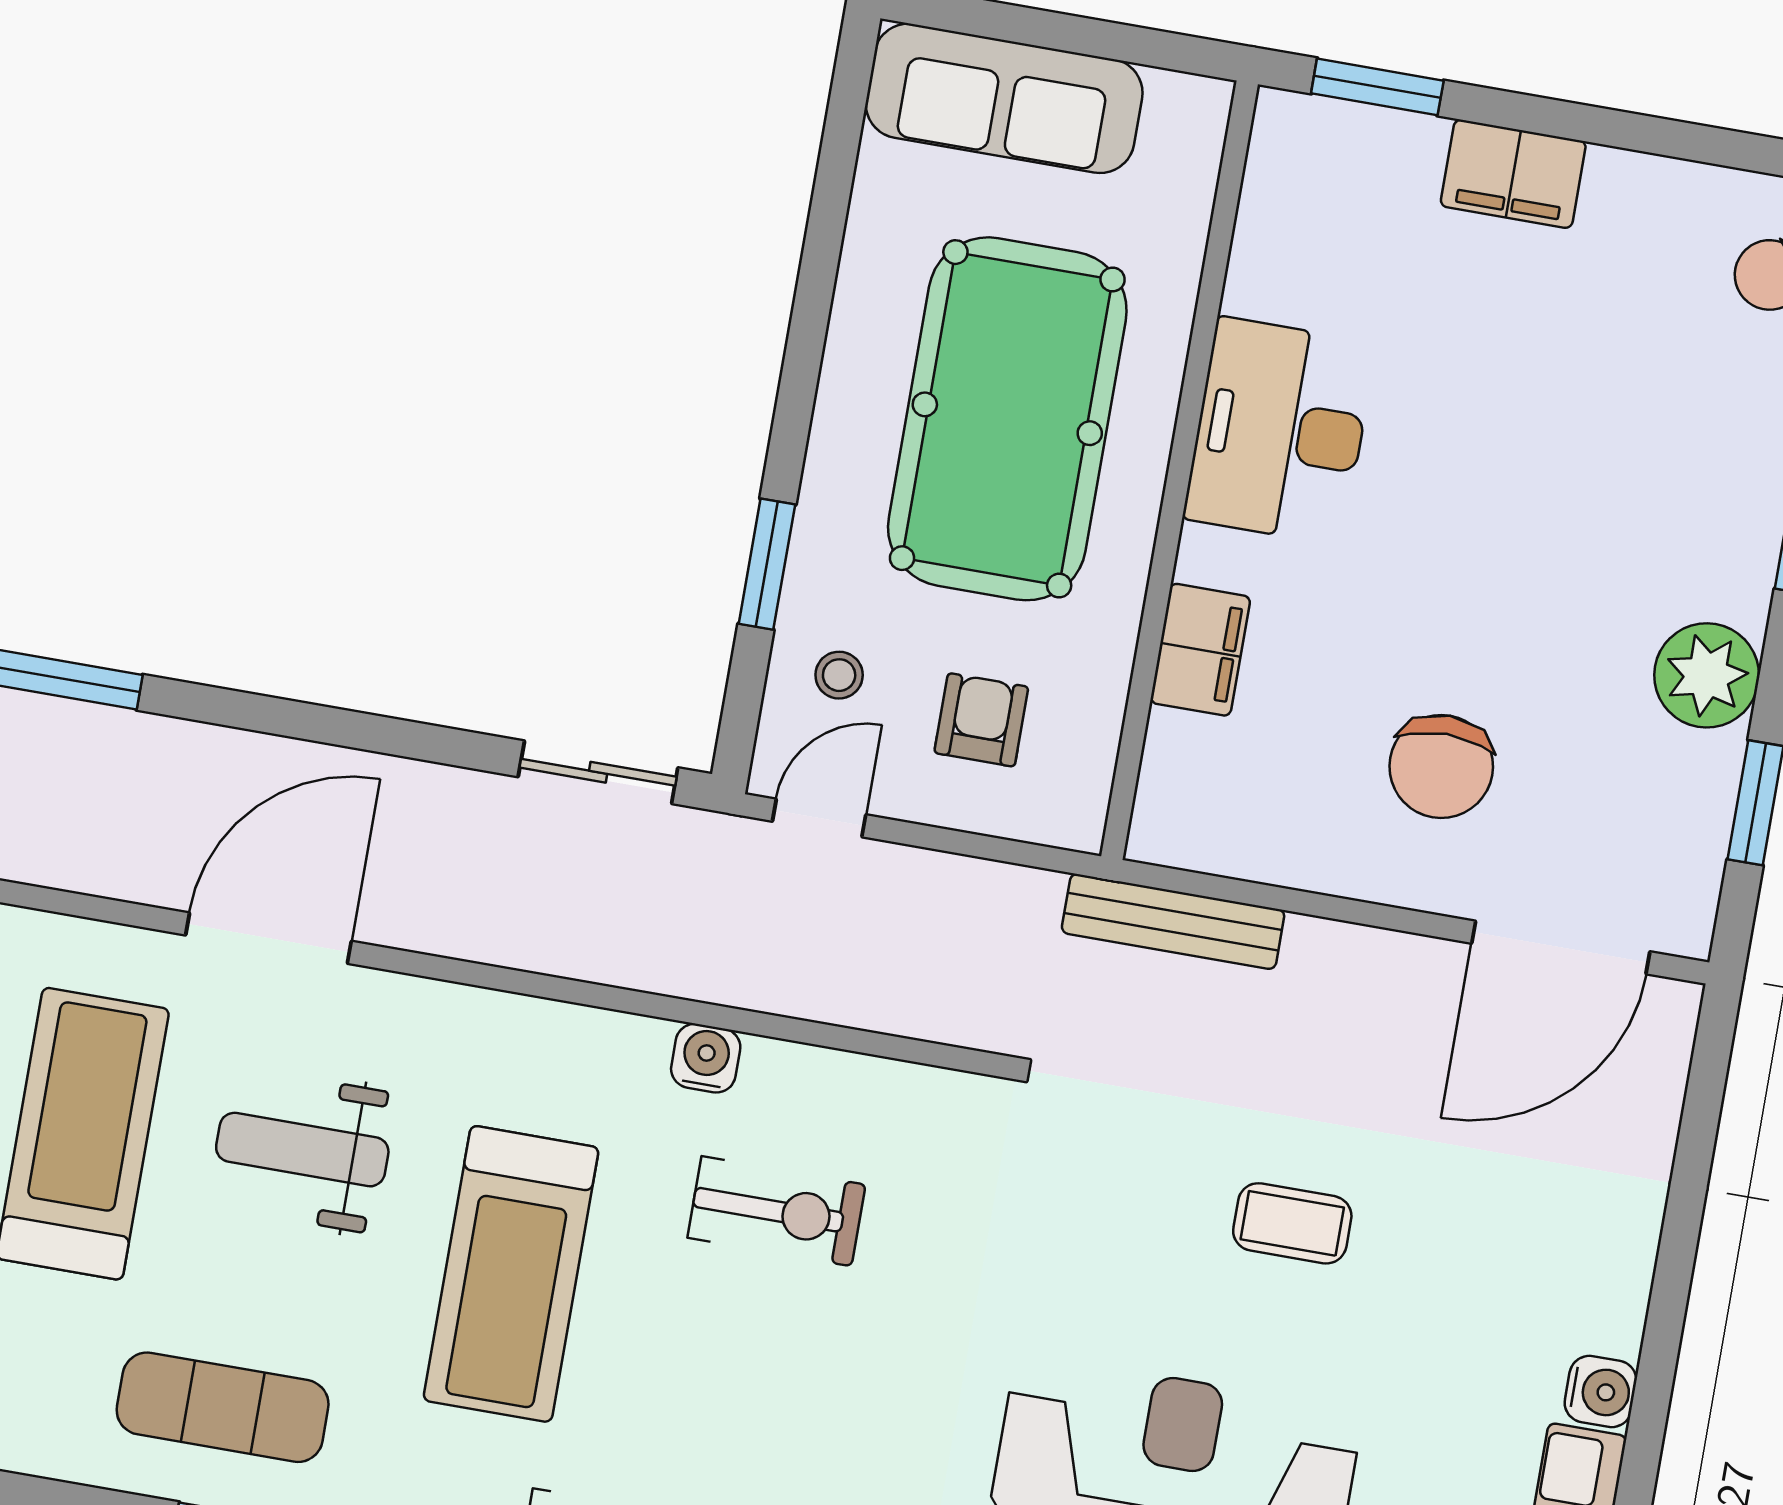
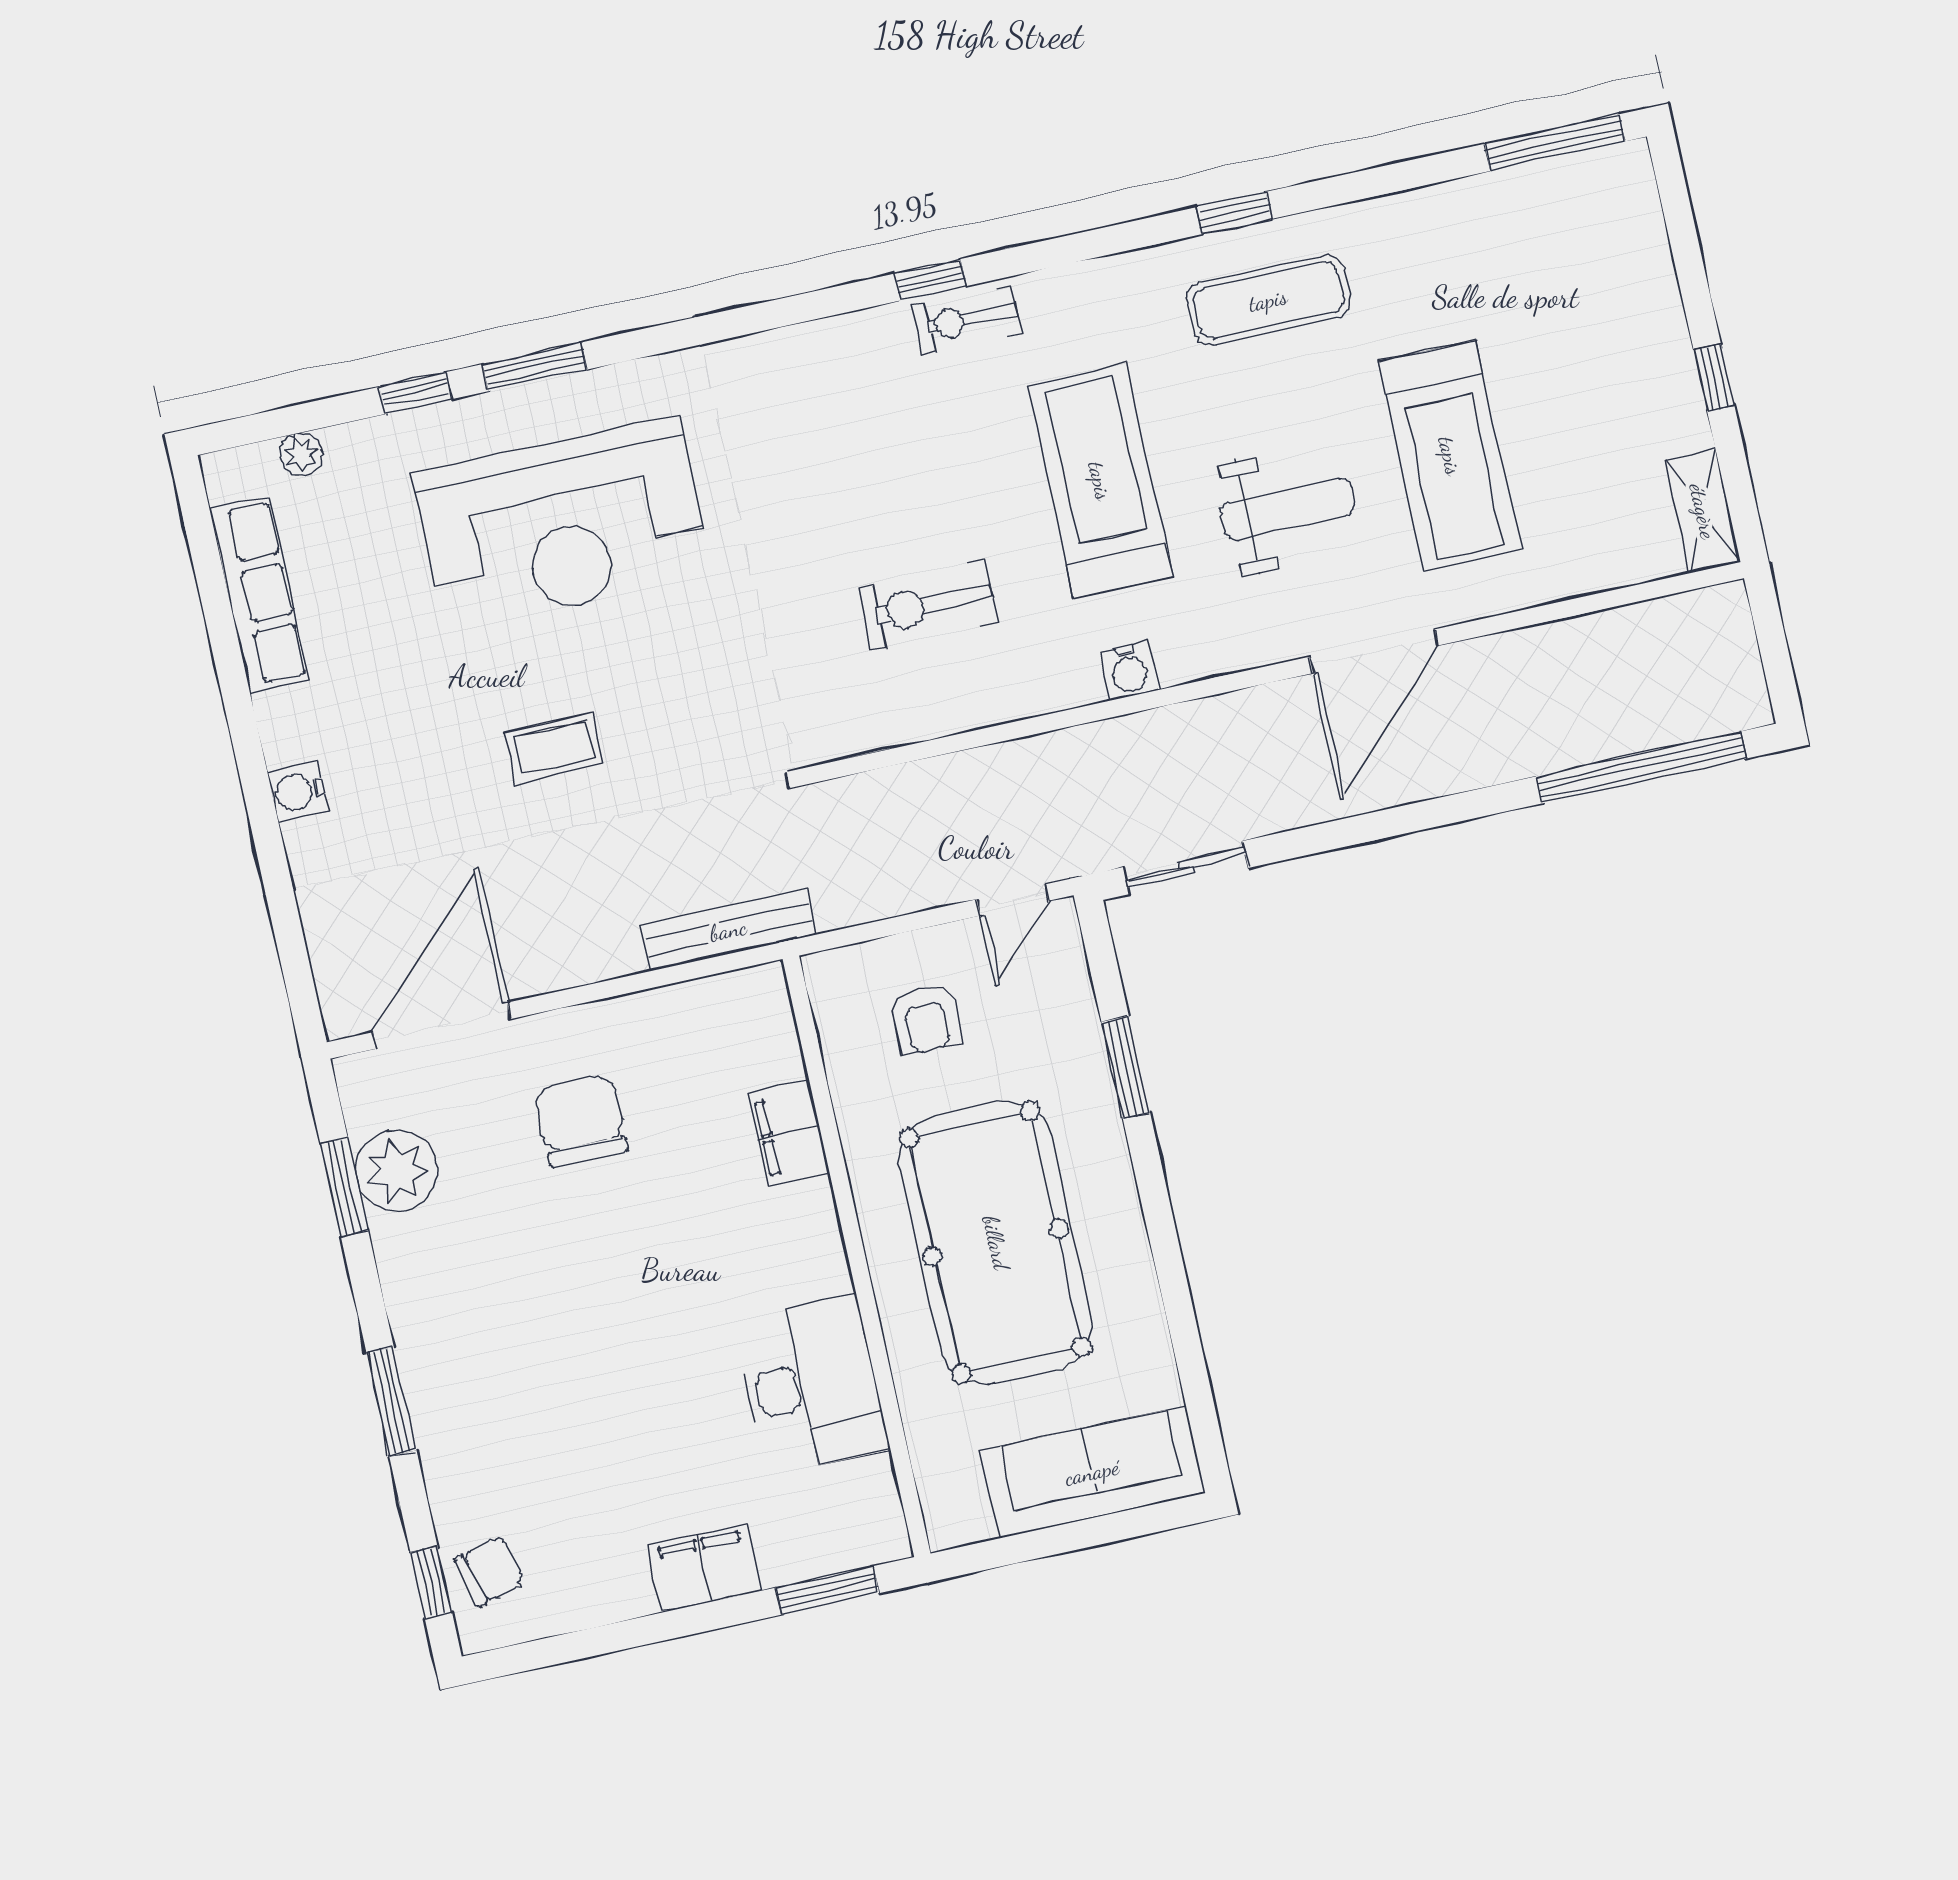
desk: (1280, 431) -> (812, 1385), moved
stool: (839, 675) -> (1041, 1009), removed
plant: (1707, 675) -> (396, 1171), moved
water cooler: (706, 1058) -> (1129, 671), moved
water cooler: (1601, 1391) -> (298, 791), moved

